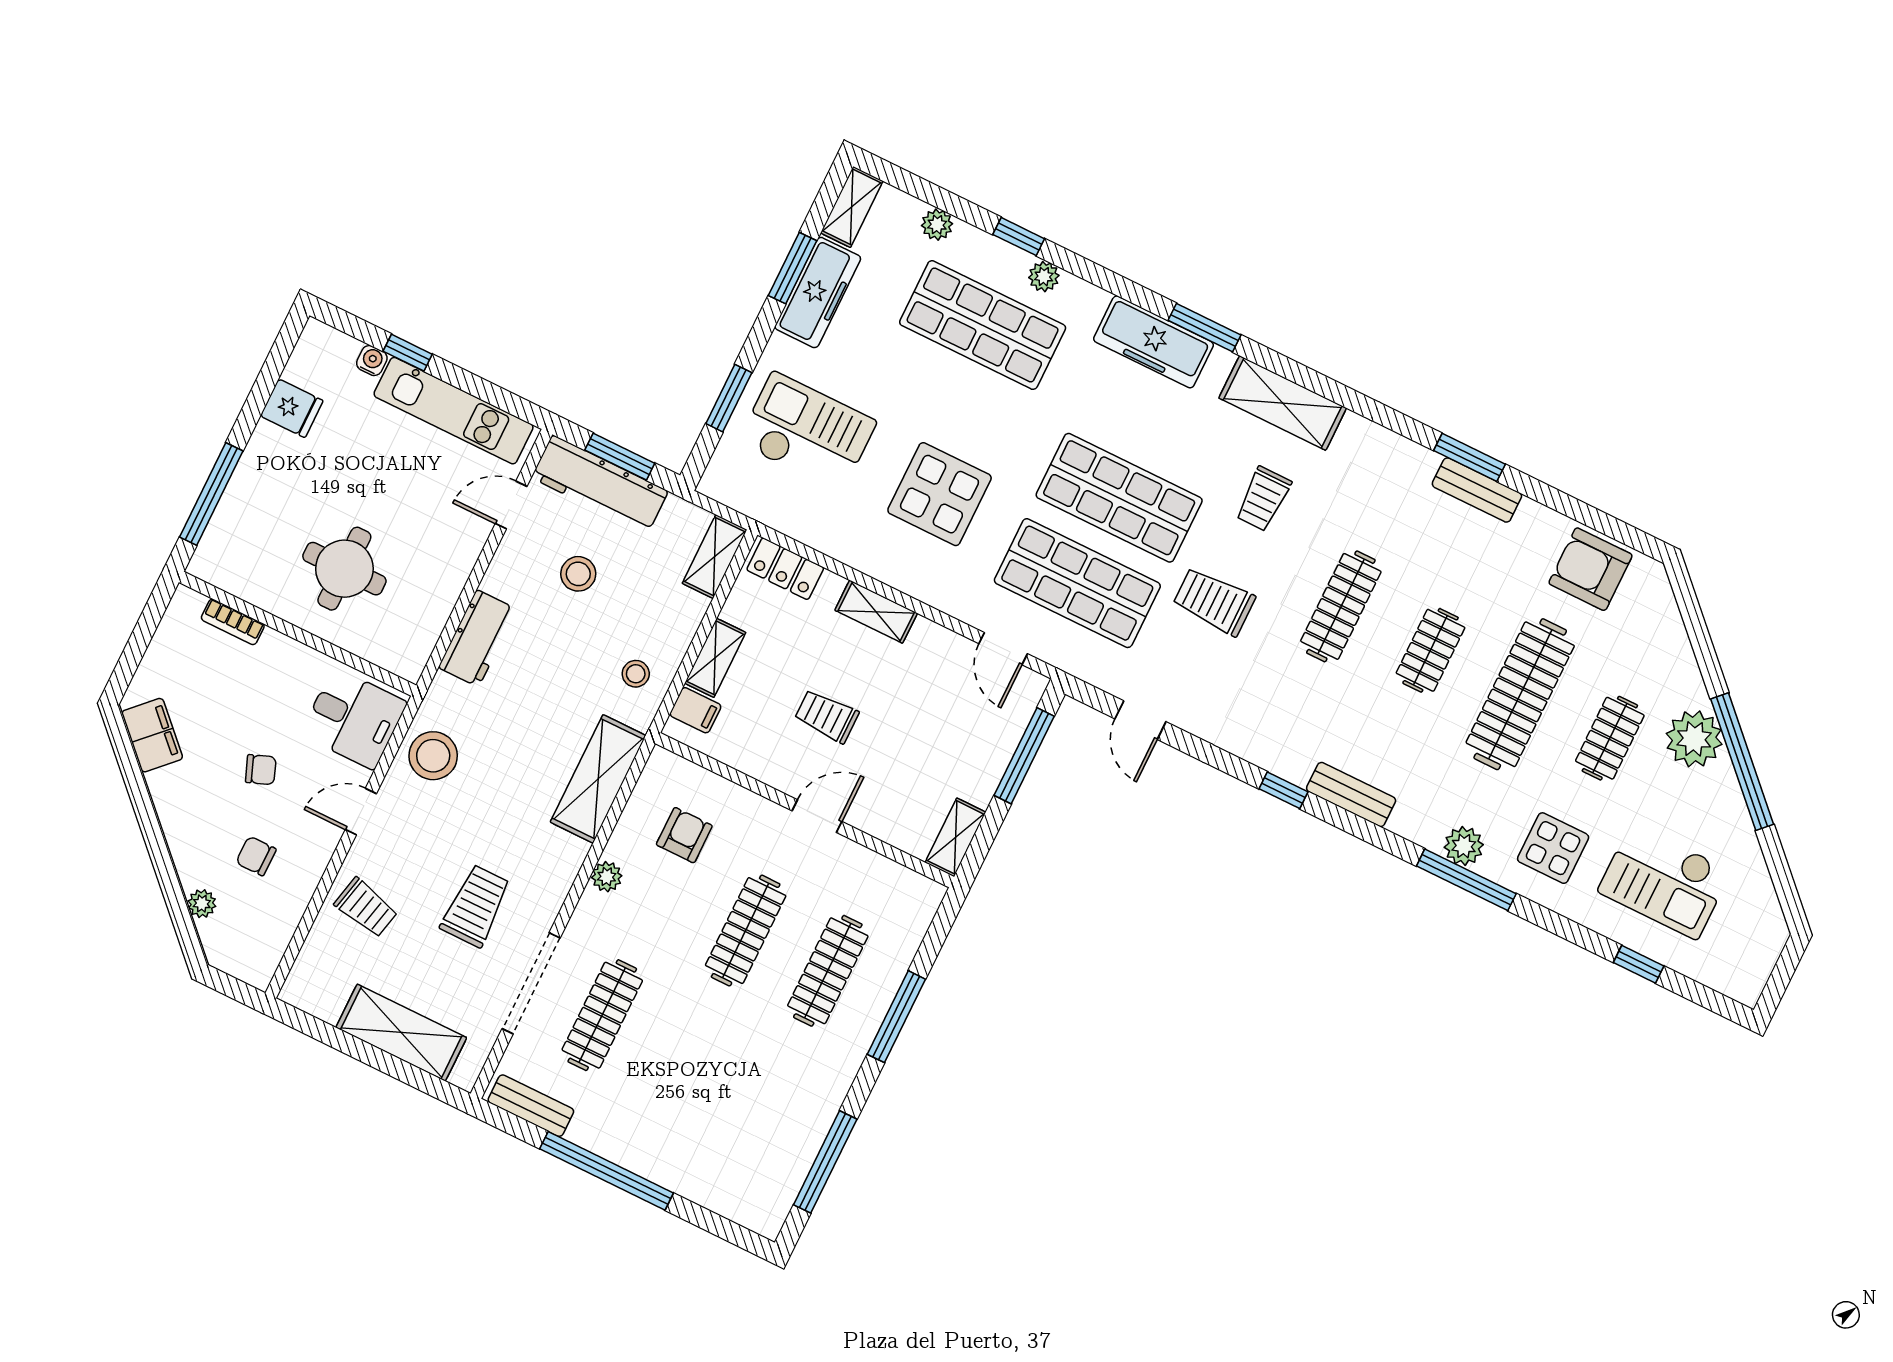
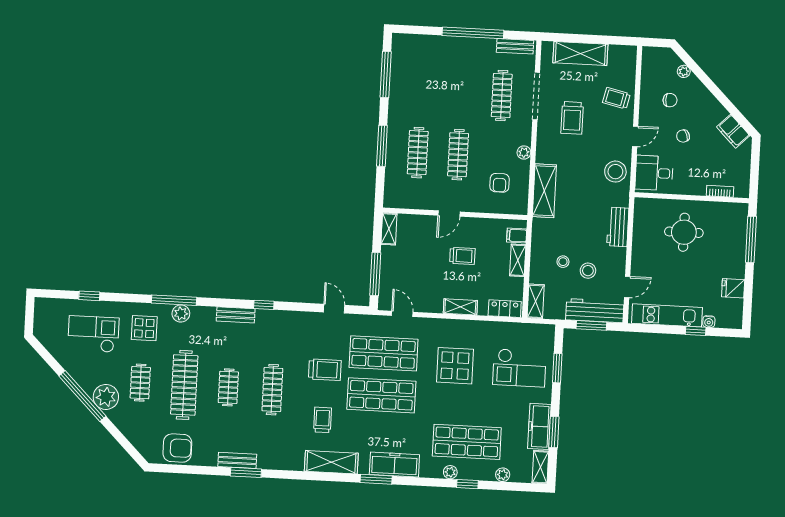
stool: (636, 674) -> (563, 262), moved

